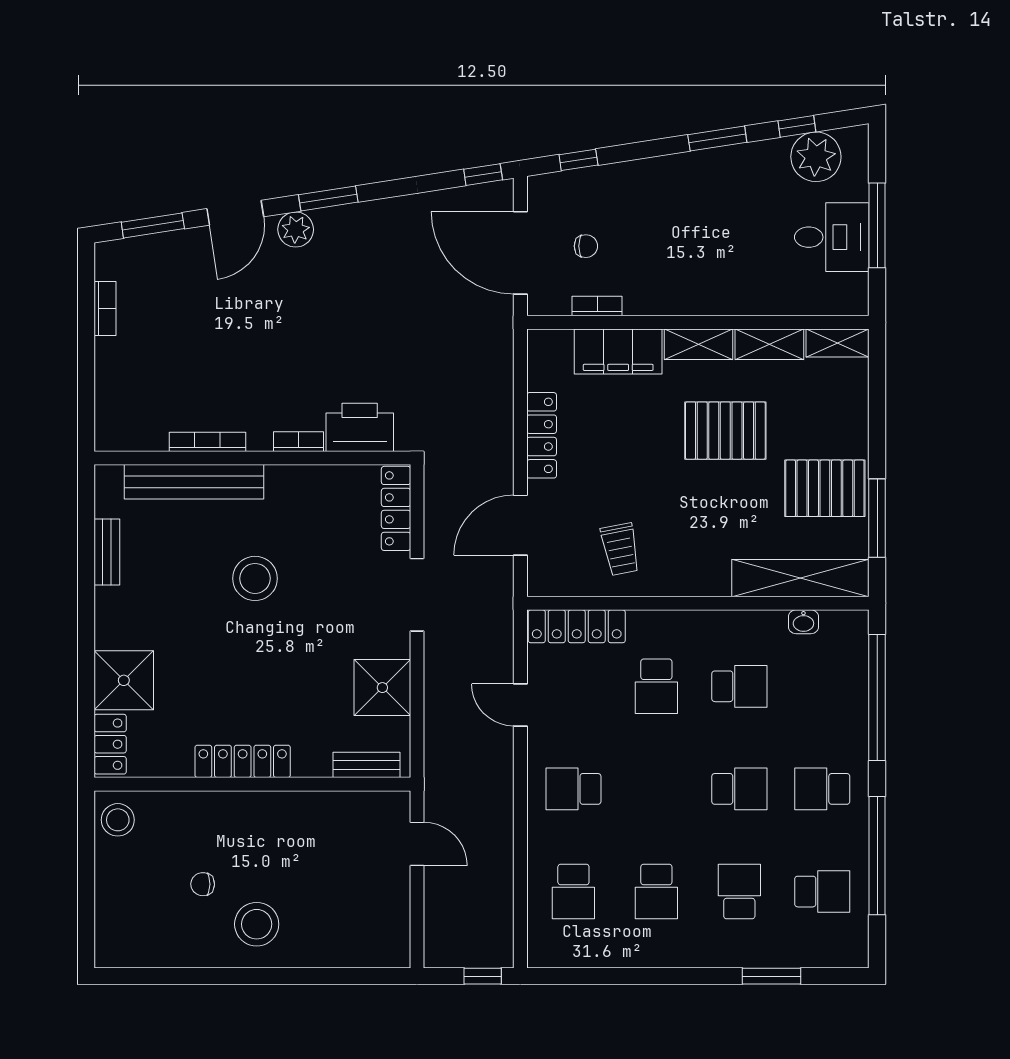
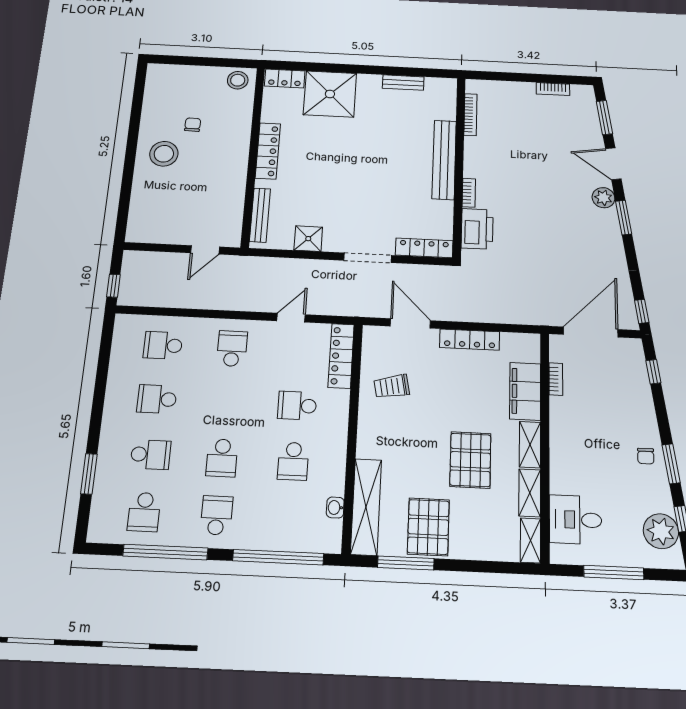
desk: (832, 237) -> (575, 520), moved, turned 90
chair: (586, 246) -> (646, 456), moved
bookcase: (208, 442) -> (470, 115), moved
bench: (194, 482) -> (444, 160), moved
stool: (255, 578) -> (383, 164), removed
shower: (124, 680) -> (330, 94), width x1.37, depth x1.37
shower: (382, 688) -> (308, 239), width x0.73, depth x0.73
bench: (366, 765) -> (260, 215), width x1.36

